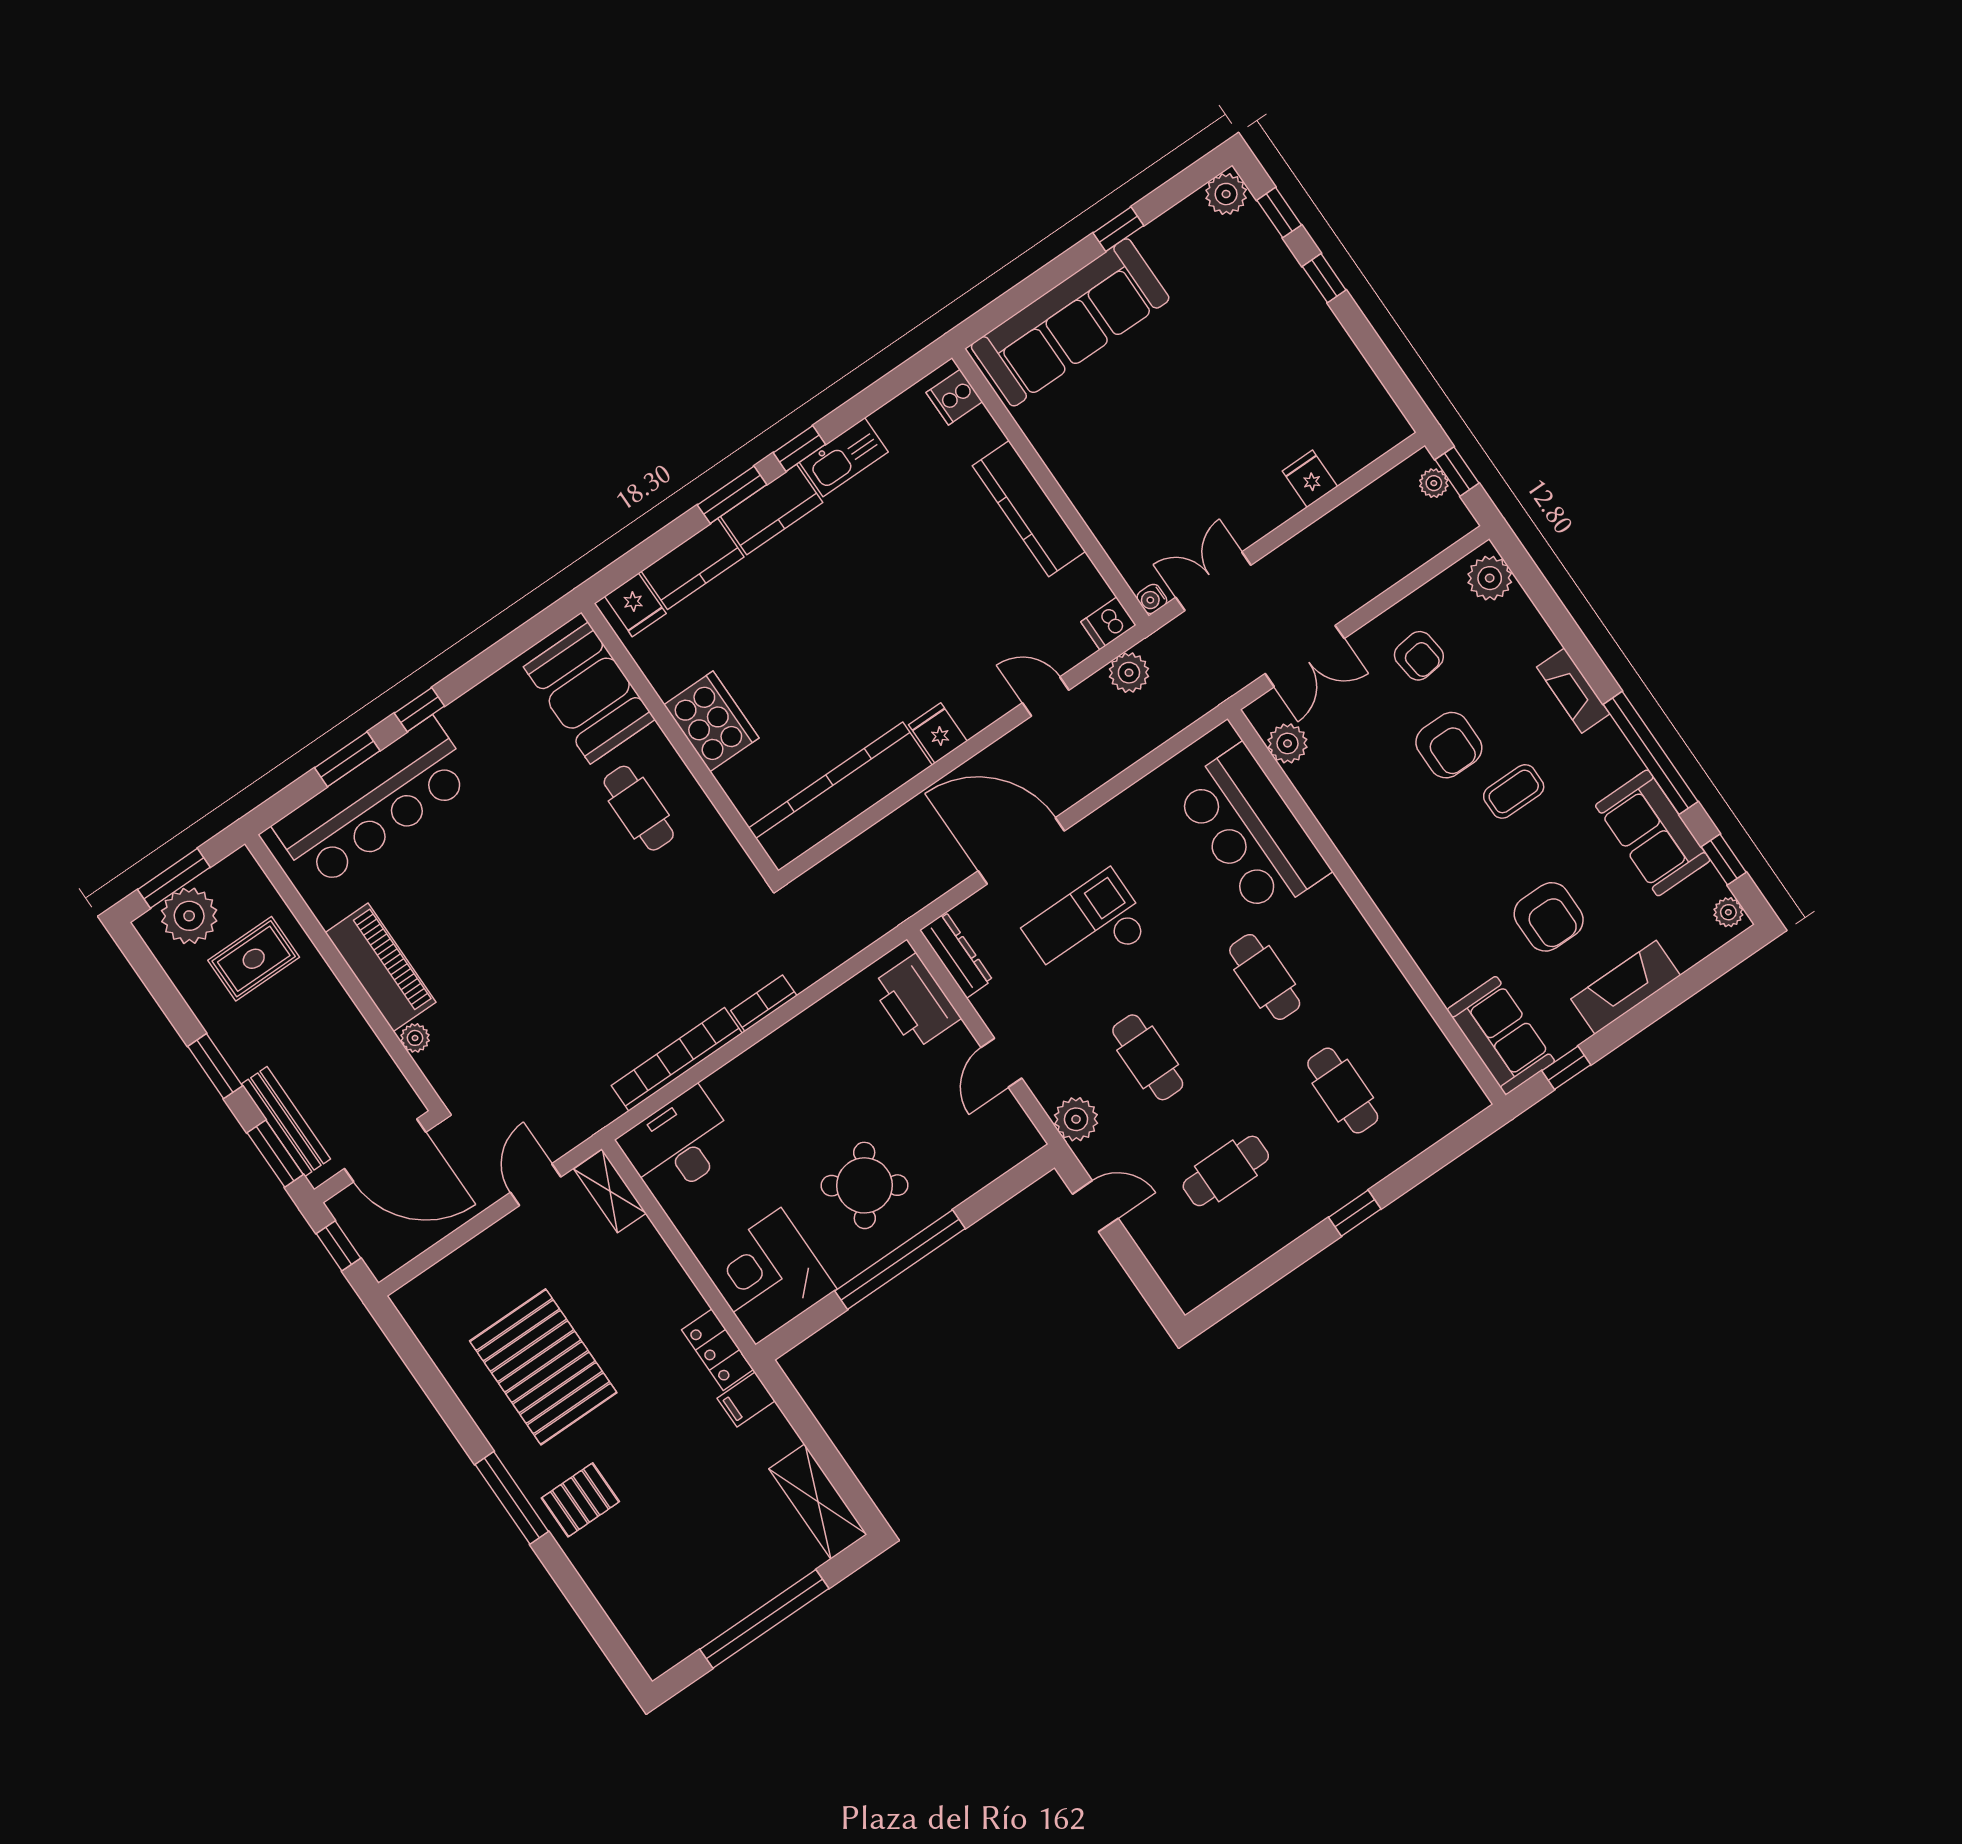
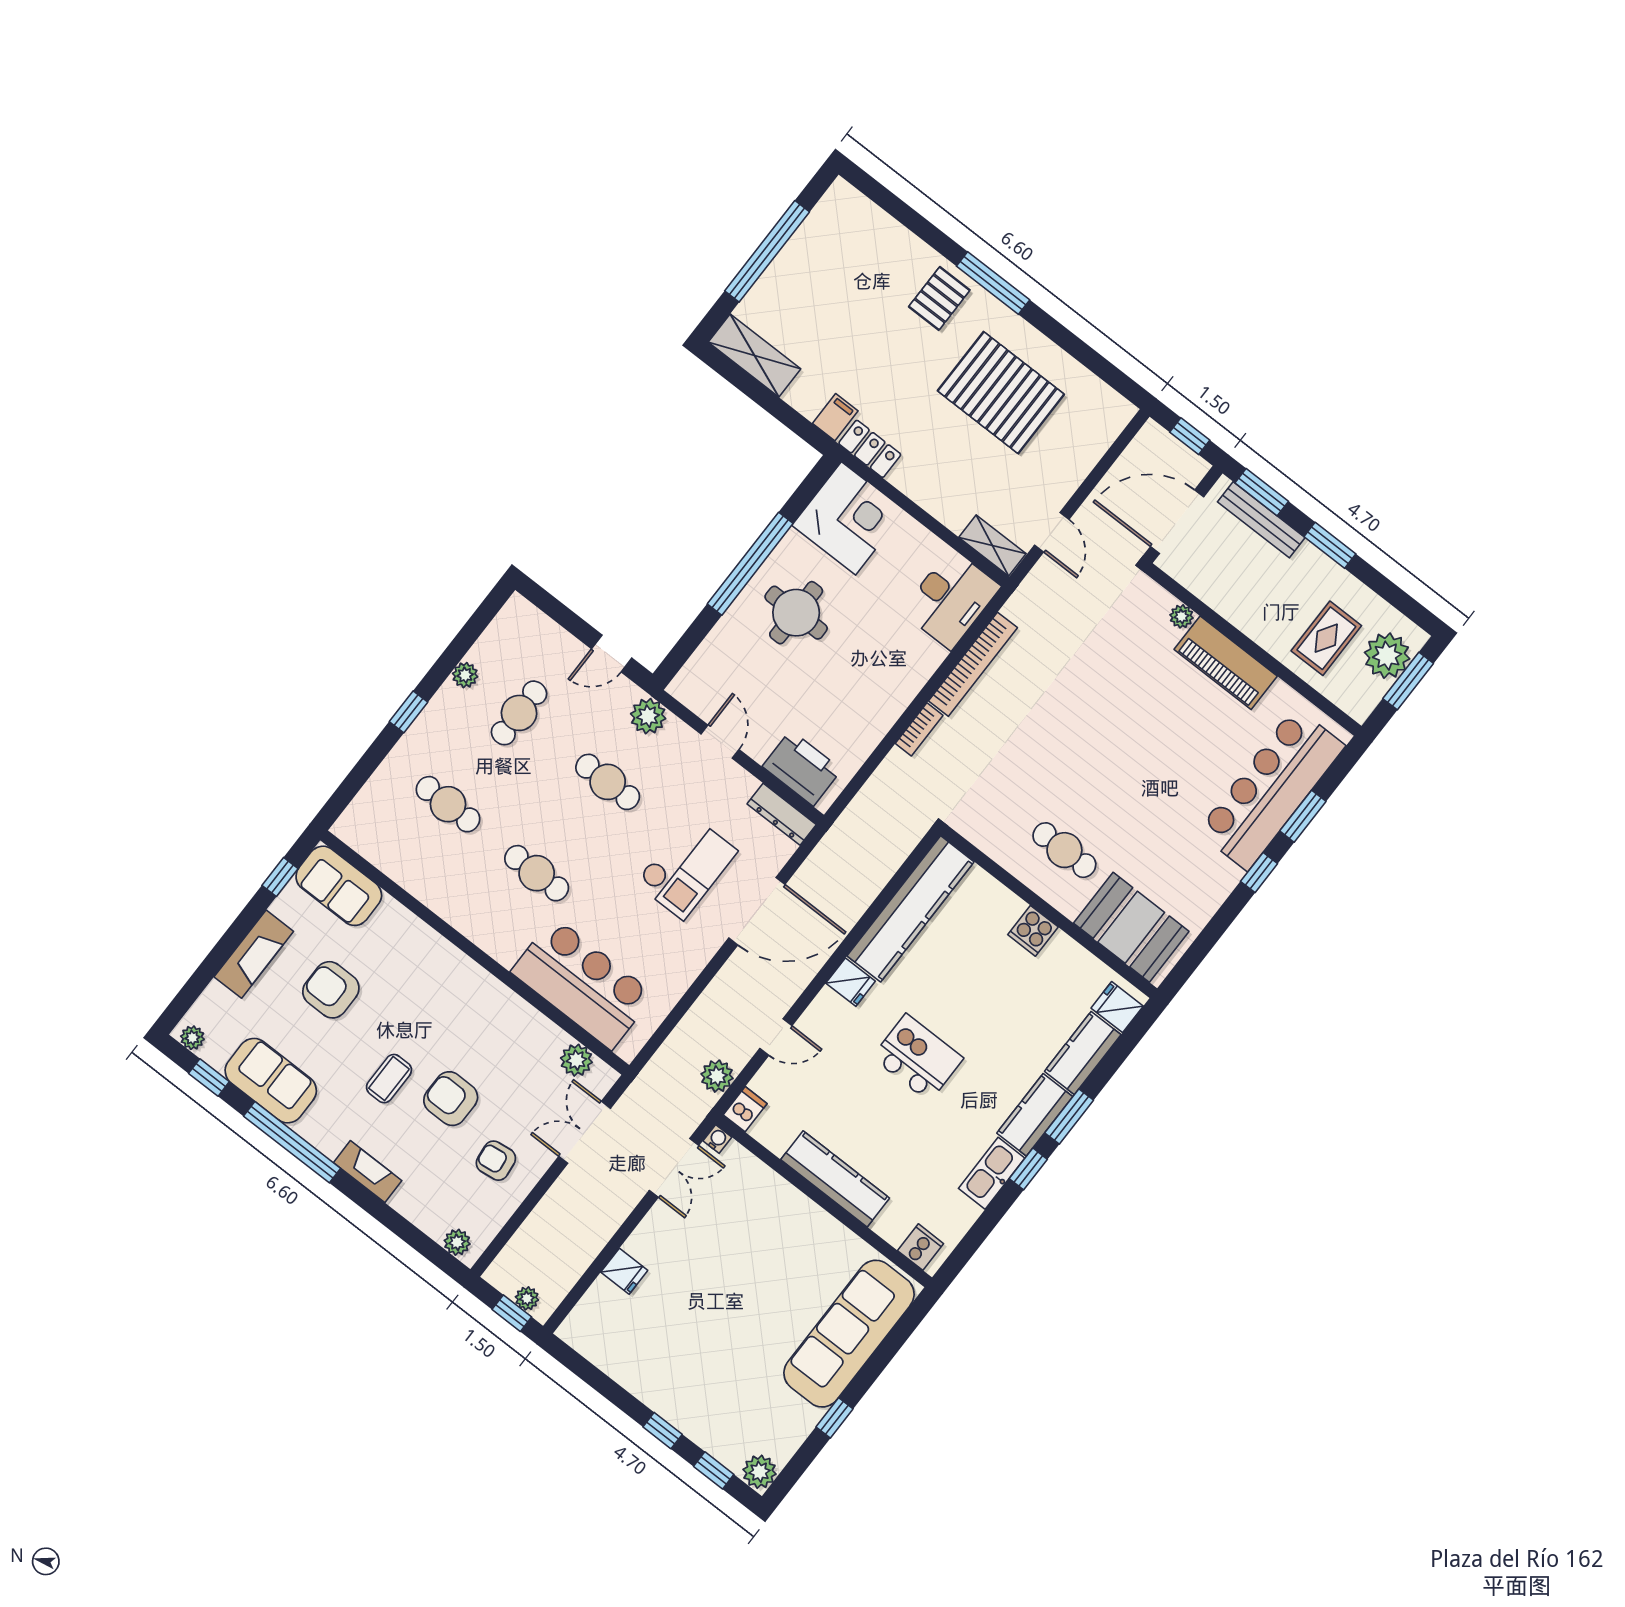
plant: (1490, 578) -> (457, 1242), width x0.73, depth x0.73
kitchen island: (888, 620) -> (918, 1058), added
cooker: (711, 721) -> (1033, 931), width x0.53, depth x0.76
round table: (864, 1185) -> (796, 613), turned -34
plant: (1275, 1235) -> (465, 675), added

